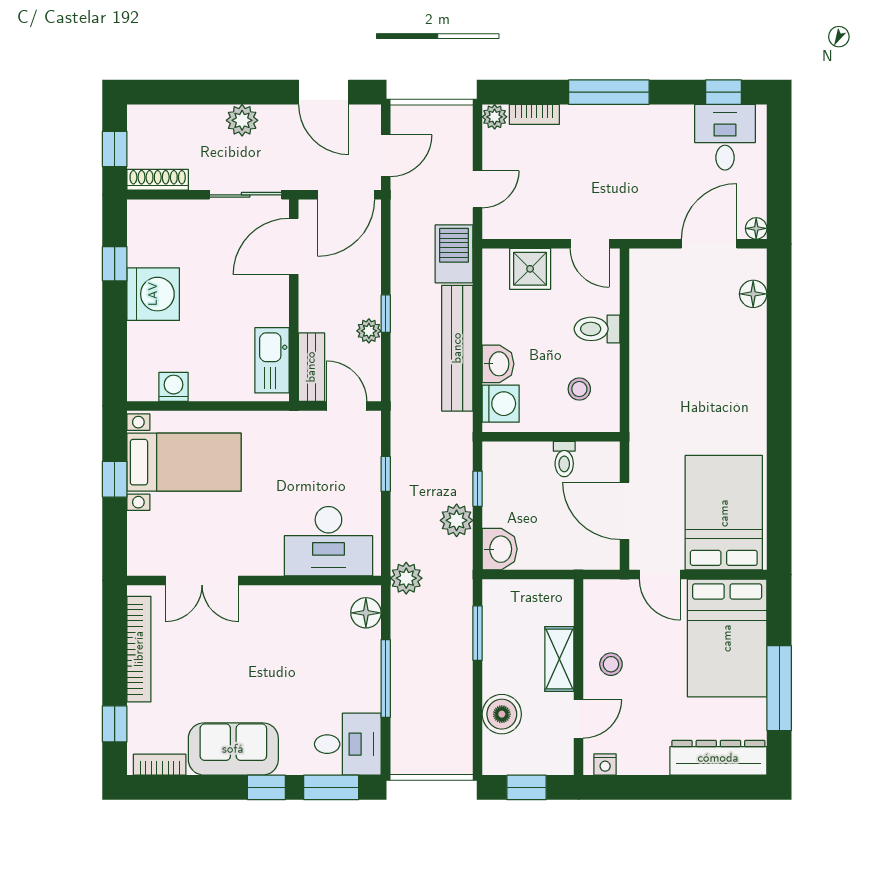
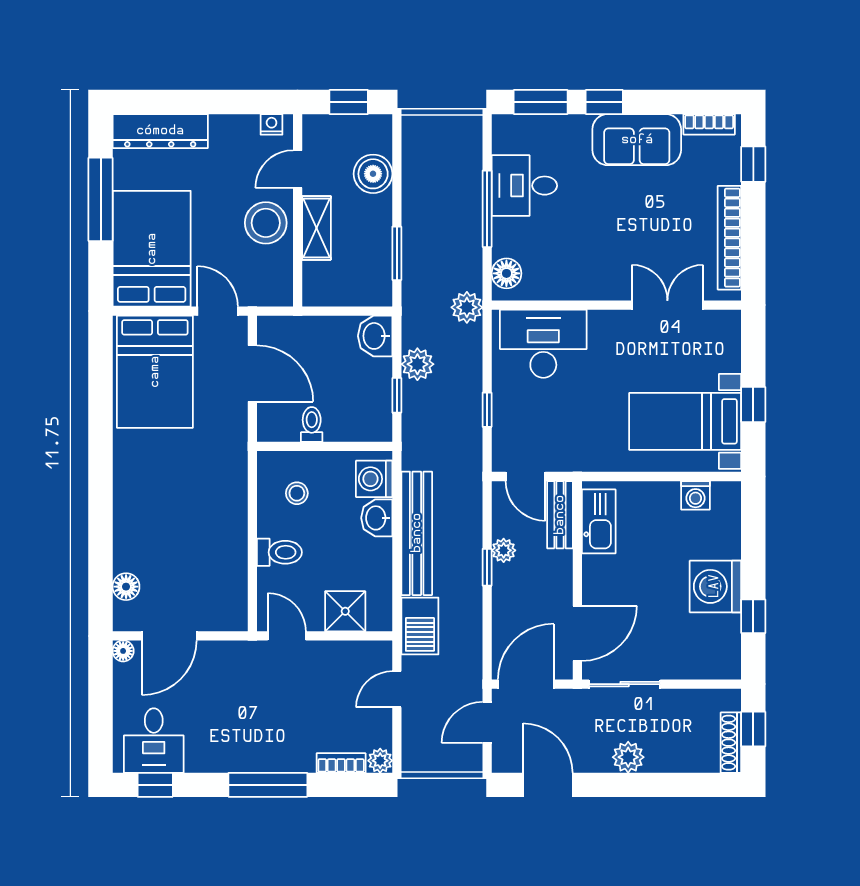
shoe rack: (158, 180) -> (731, 743), moved, turned 90
stool: (611, 664) -> (266, 223), width x1.89, depth x1.89
desk: (348, 744) -> (524, 186), moved

